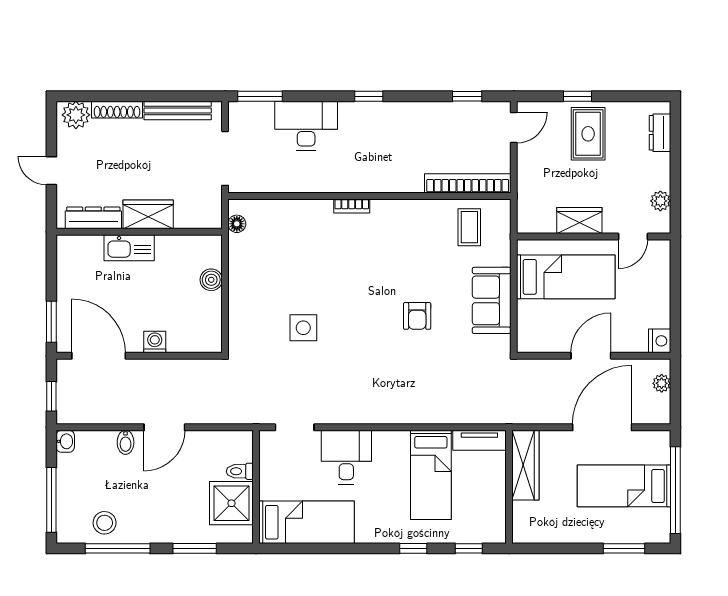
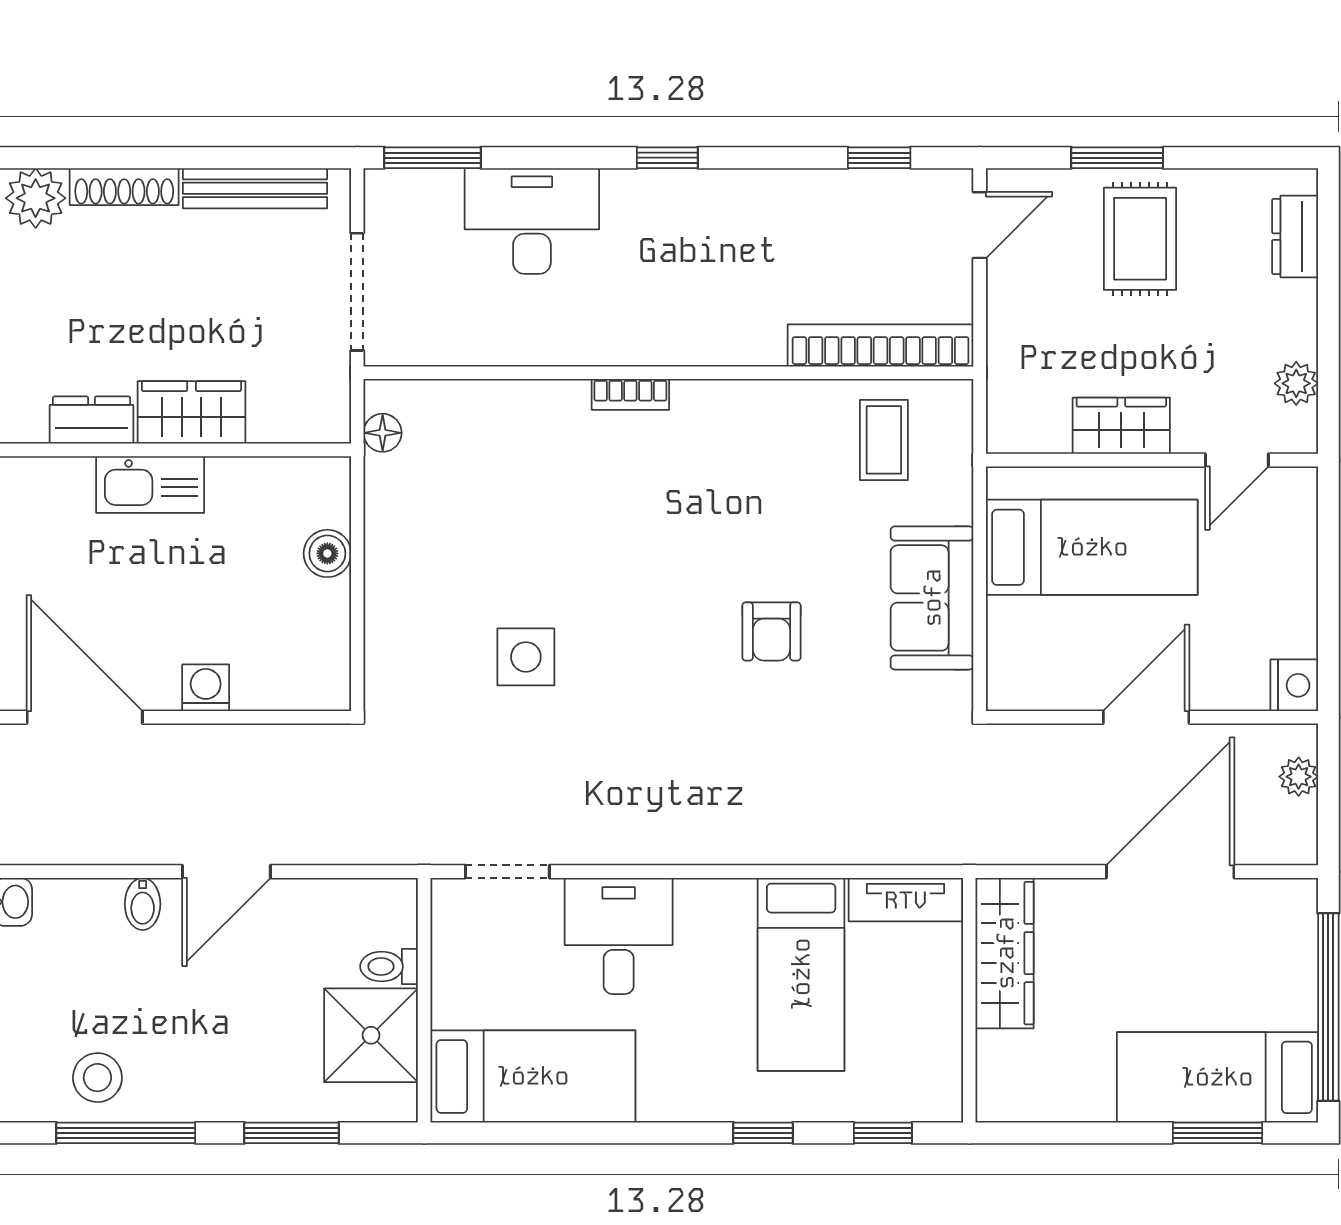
window: (577, 96) -> (1117, 158), width x1.50
dresser: (93, 218) -> (92, 420), width x0.70
bed: (624, 486) -> (1217, 1077), moved

